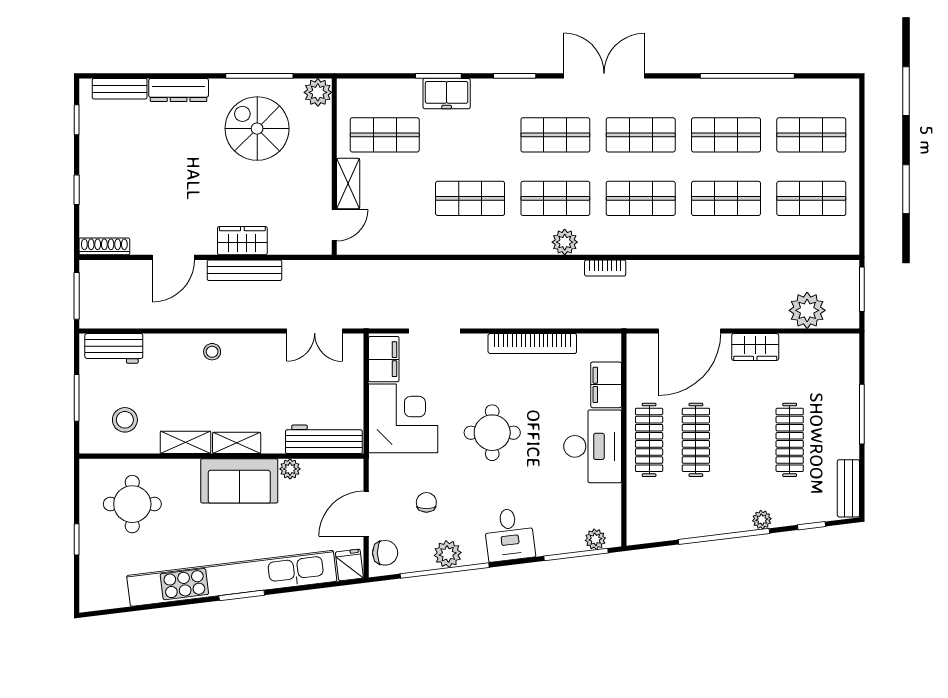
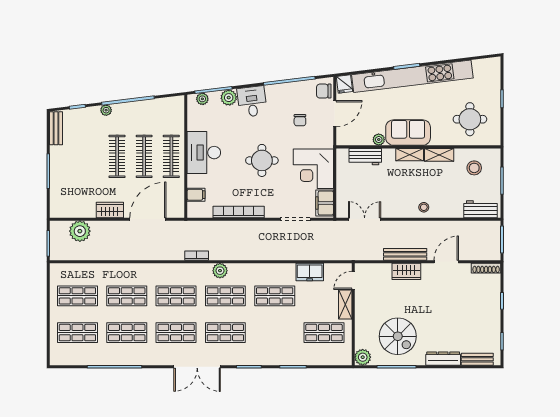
freezer: (447, 94) -> (310, 272), moved, turned 180
filing cabinet: (606, 385) -> (196, 195), width x0.50
workbench: (324, 439) -> (365, 157), width x0.73
clothes rail: (790, 440) -> (117, 156), moved
plant: (448, 554) -> (229, 98), moved

